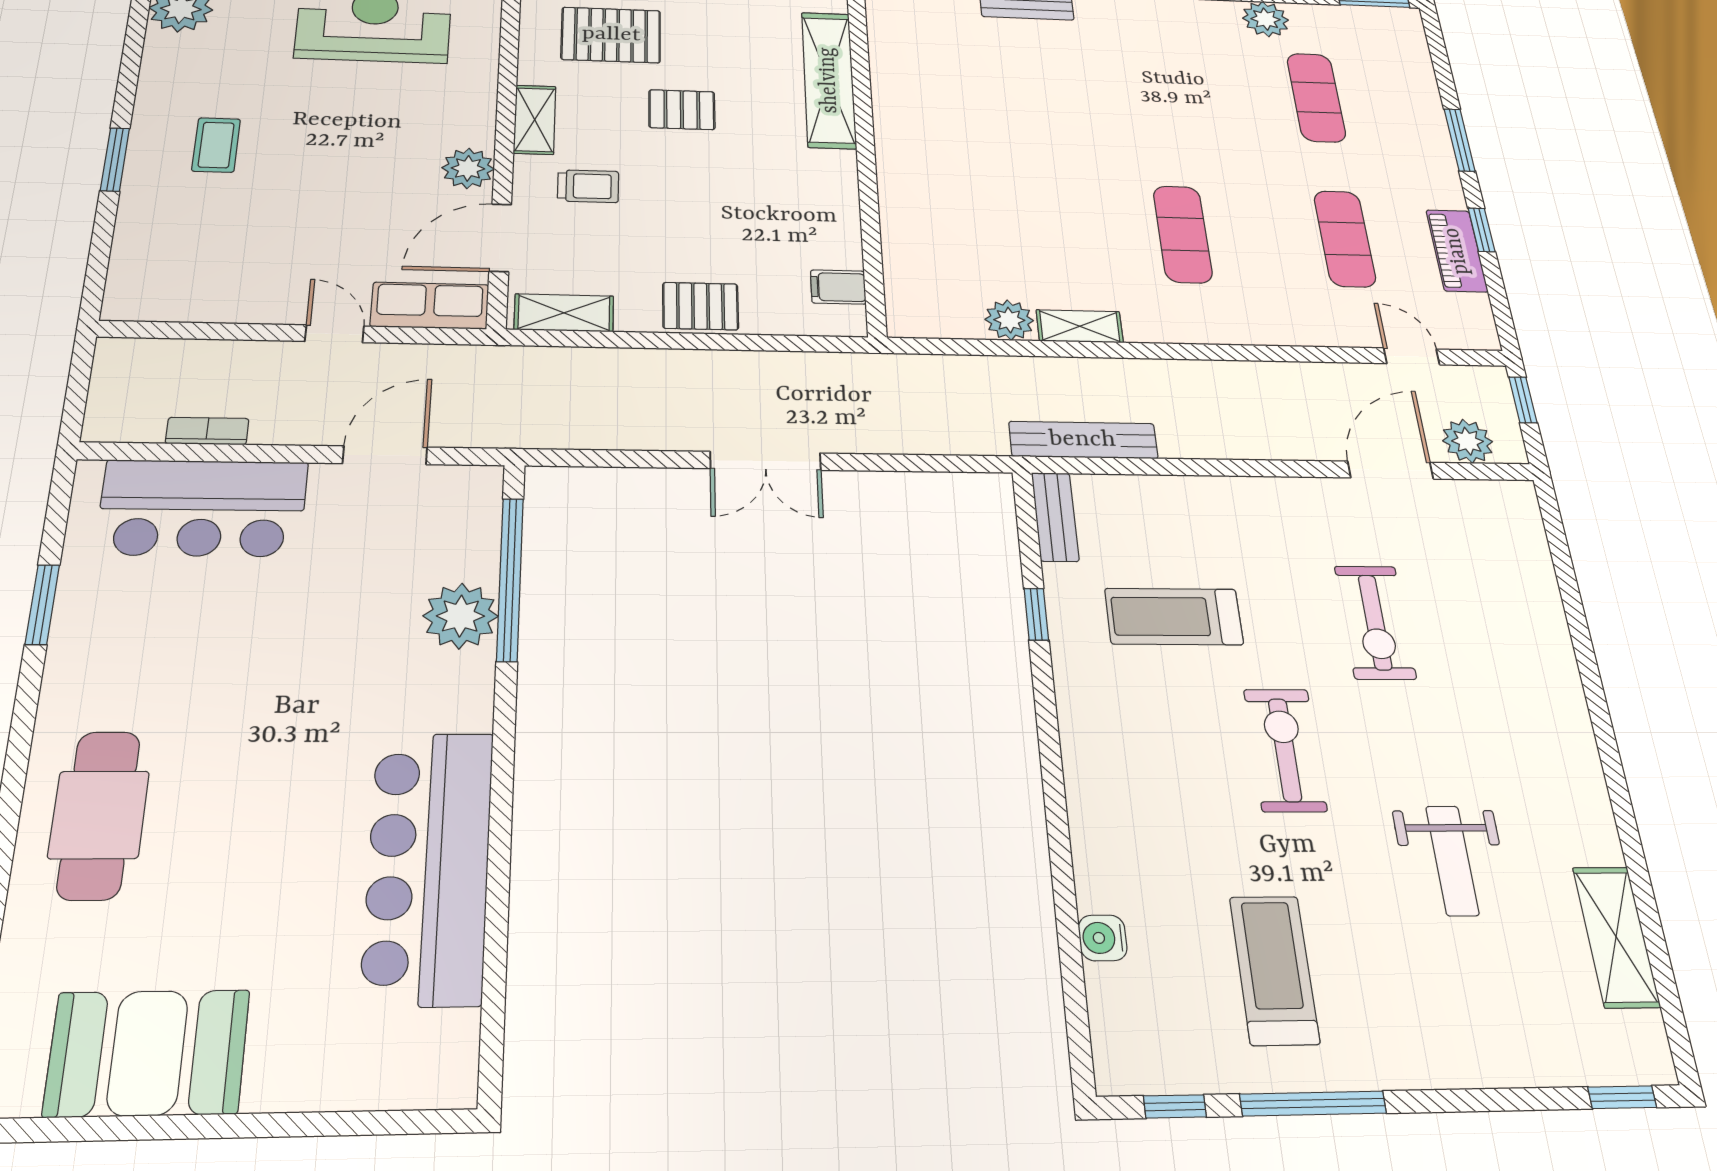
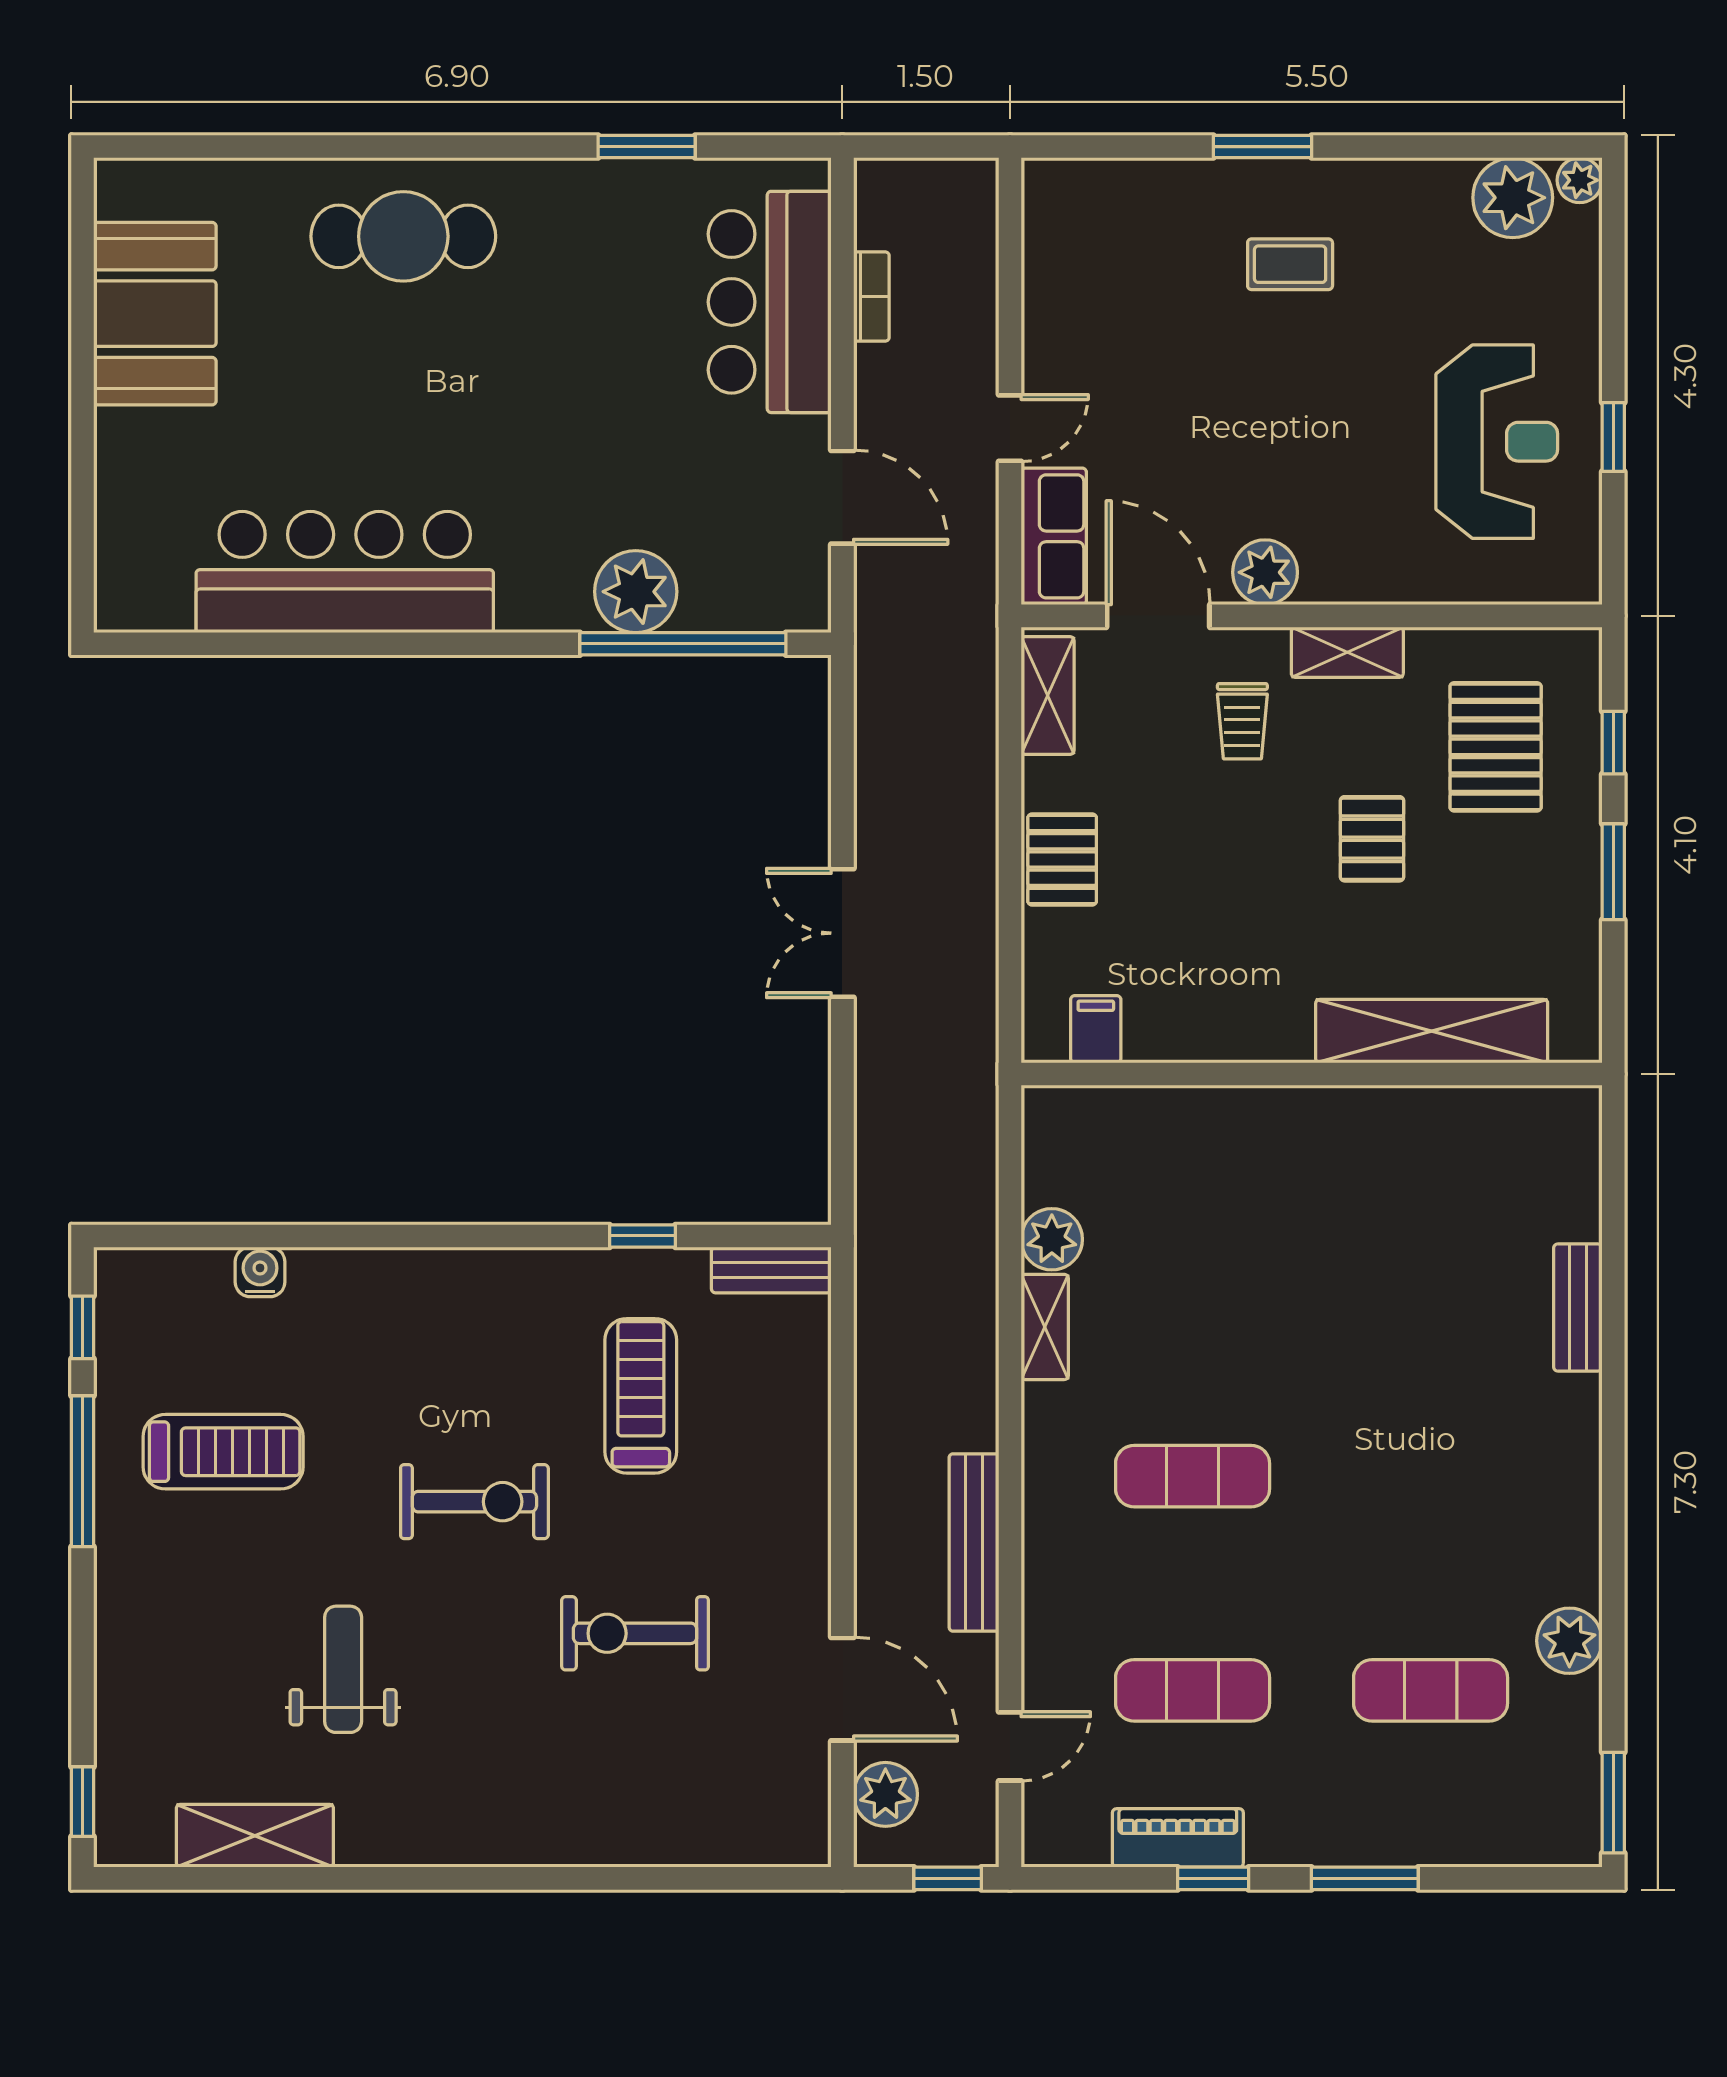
bench: (1083, 440) -> (974, 1543), moved
weight bench: (1452, 860) -> (343, 1669), turned 90

